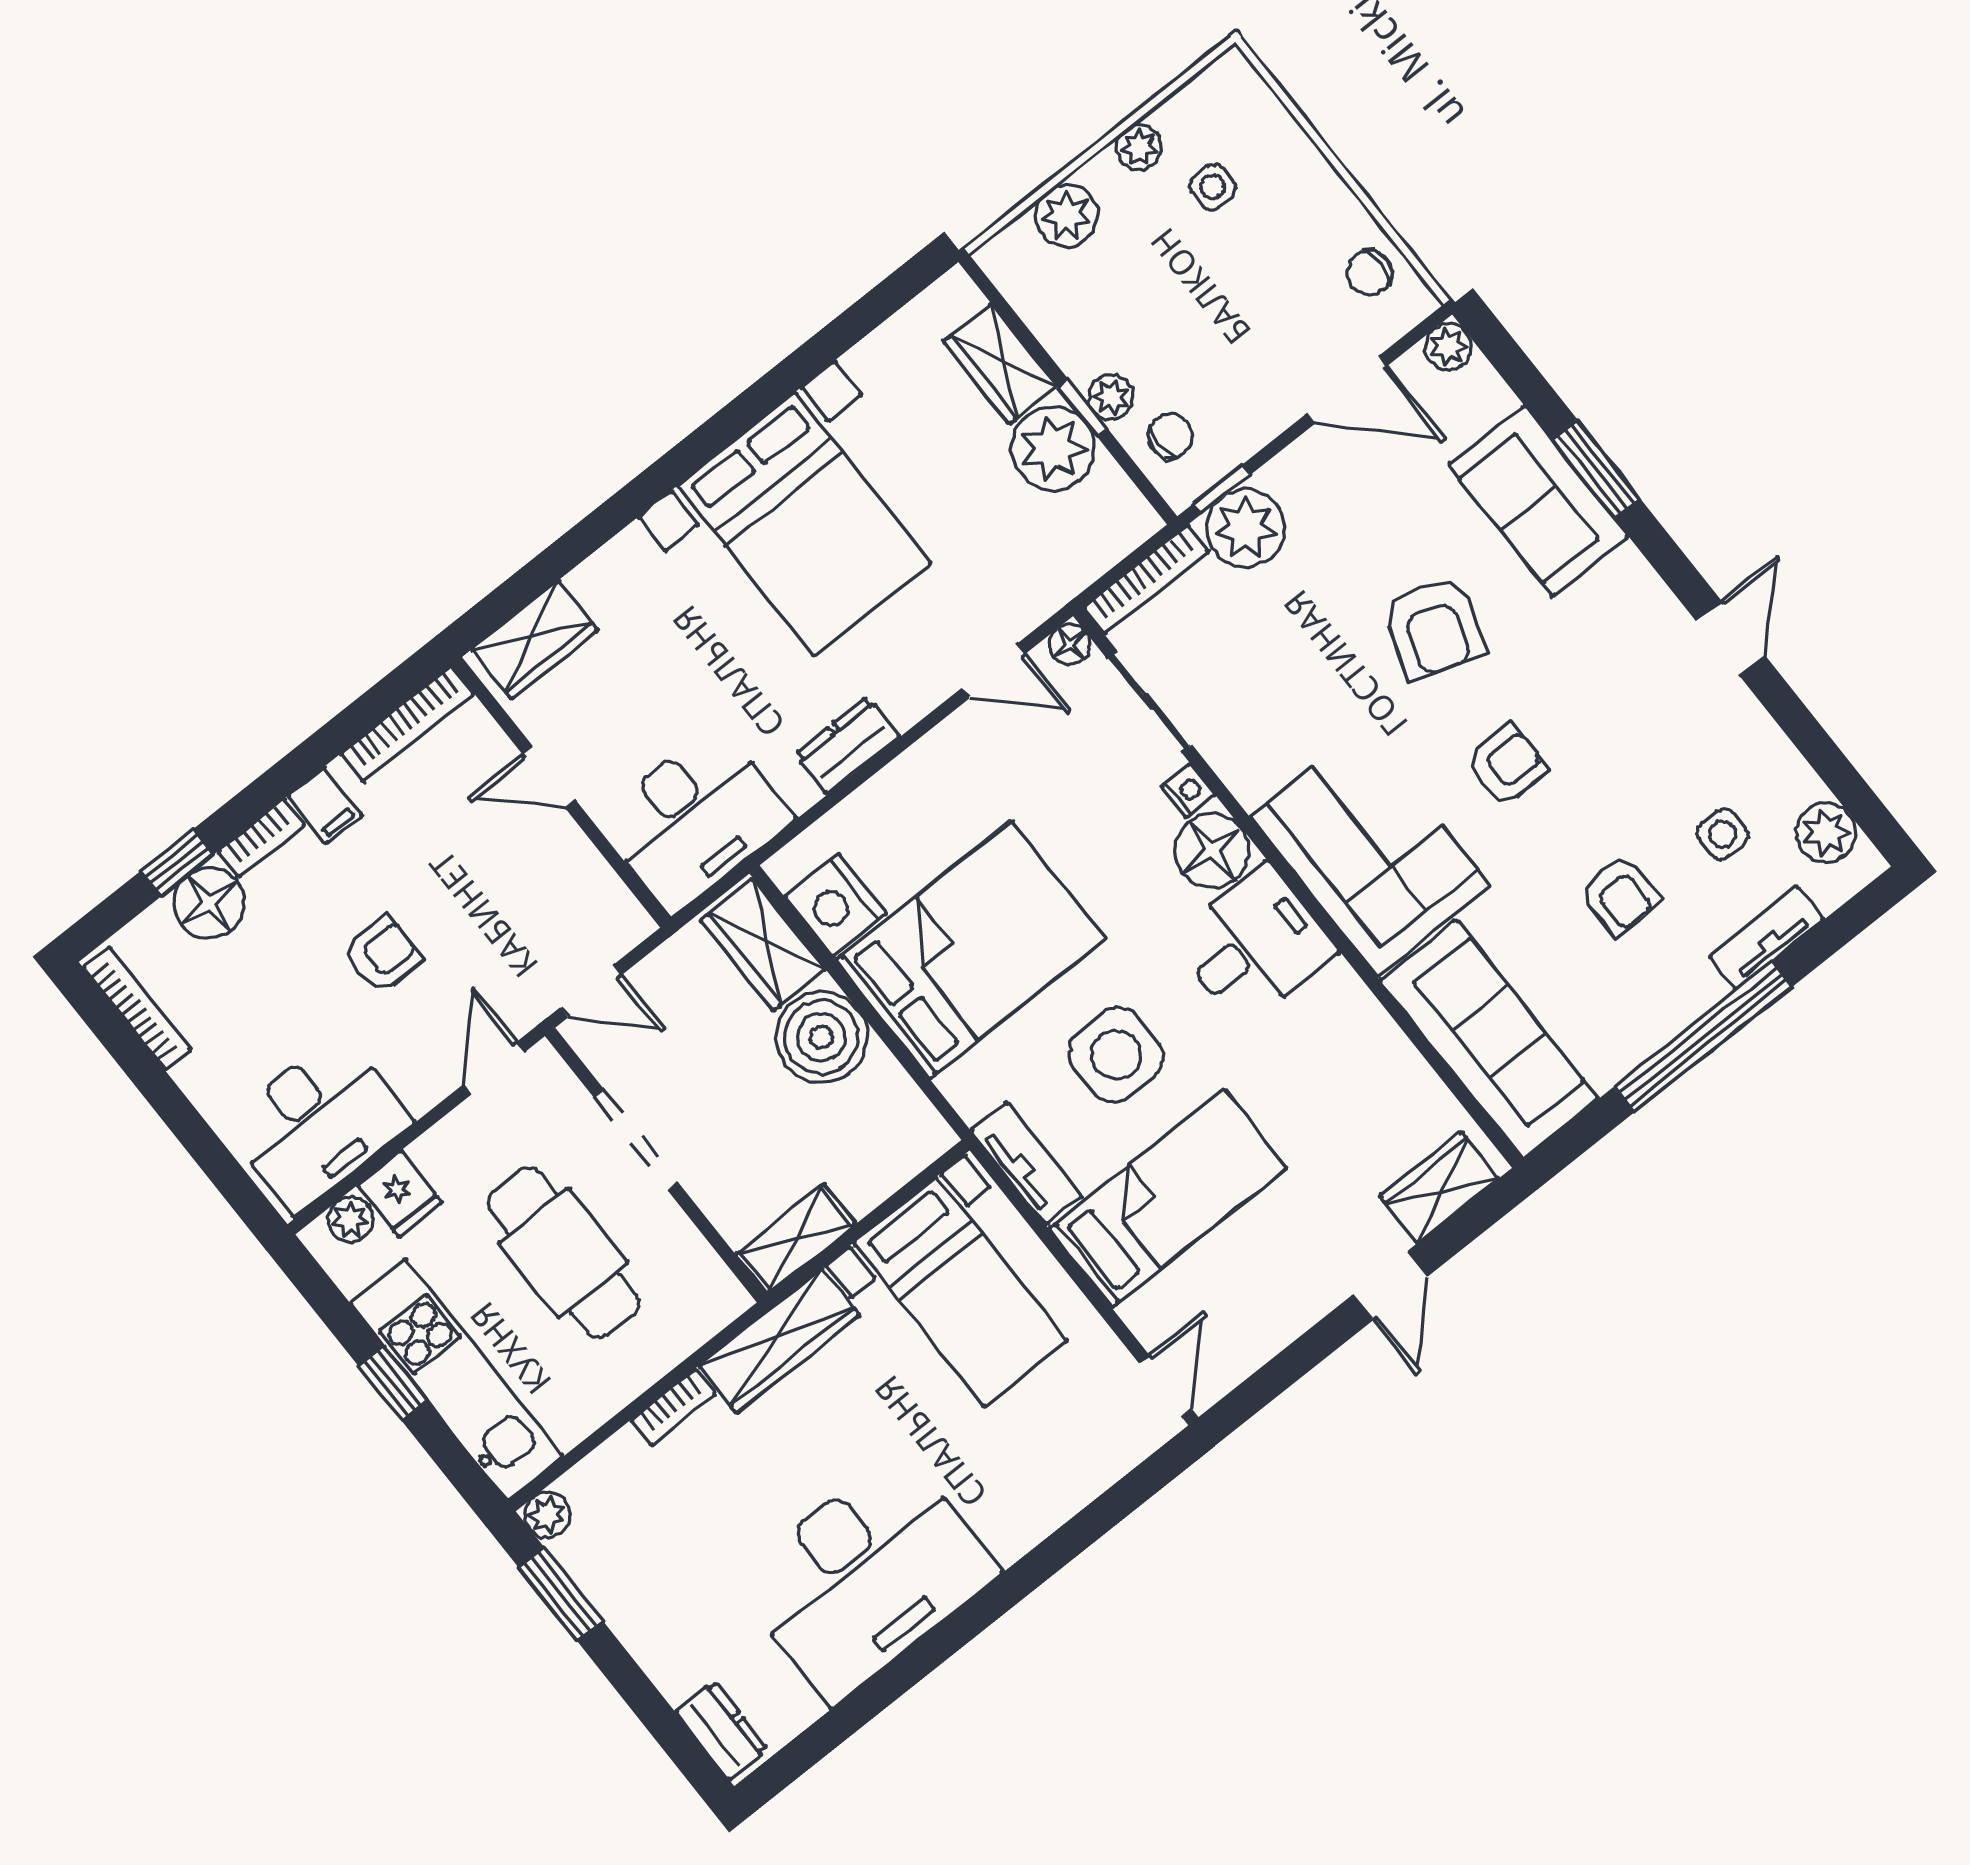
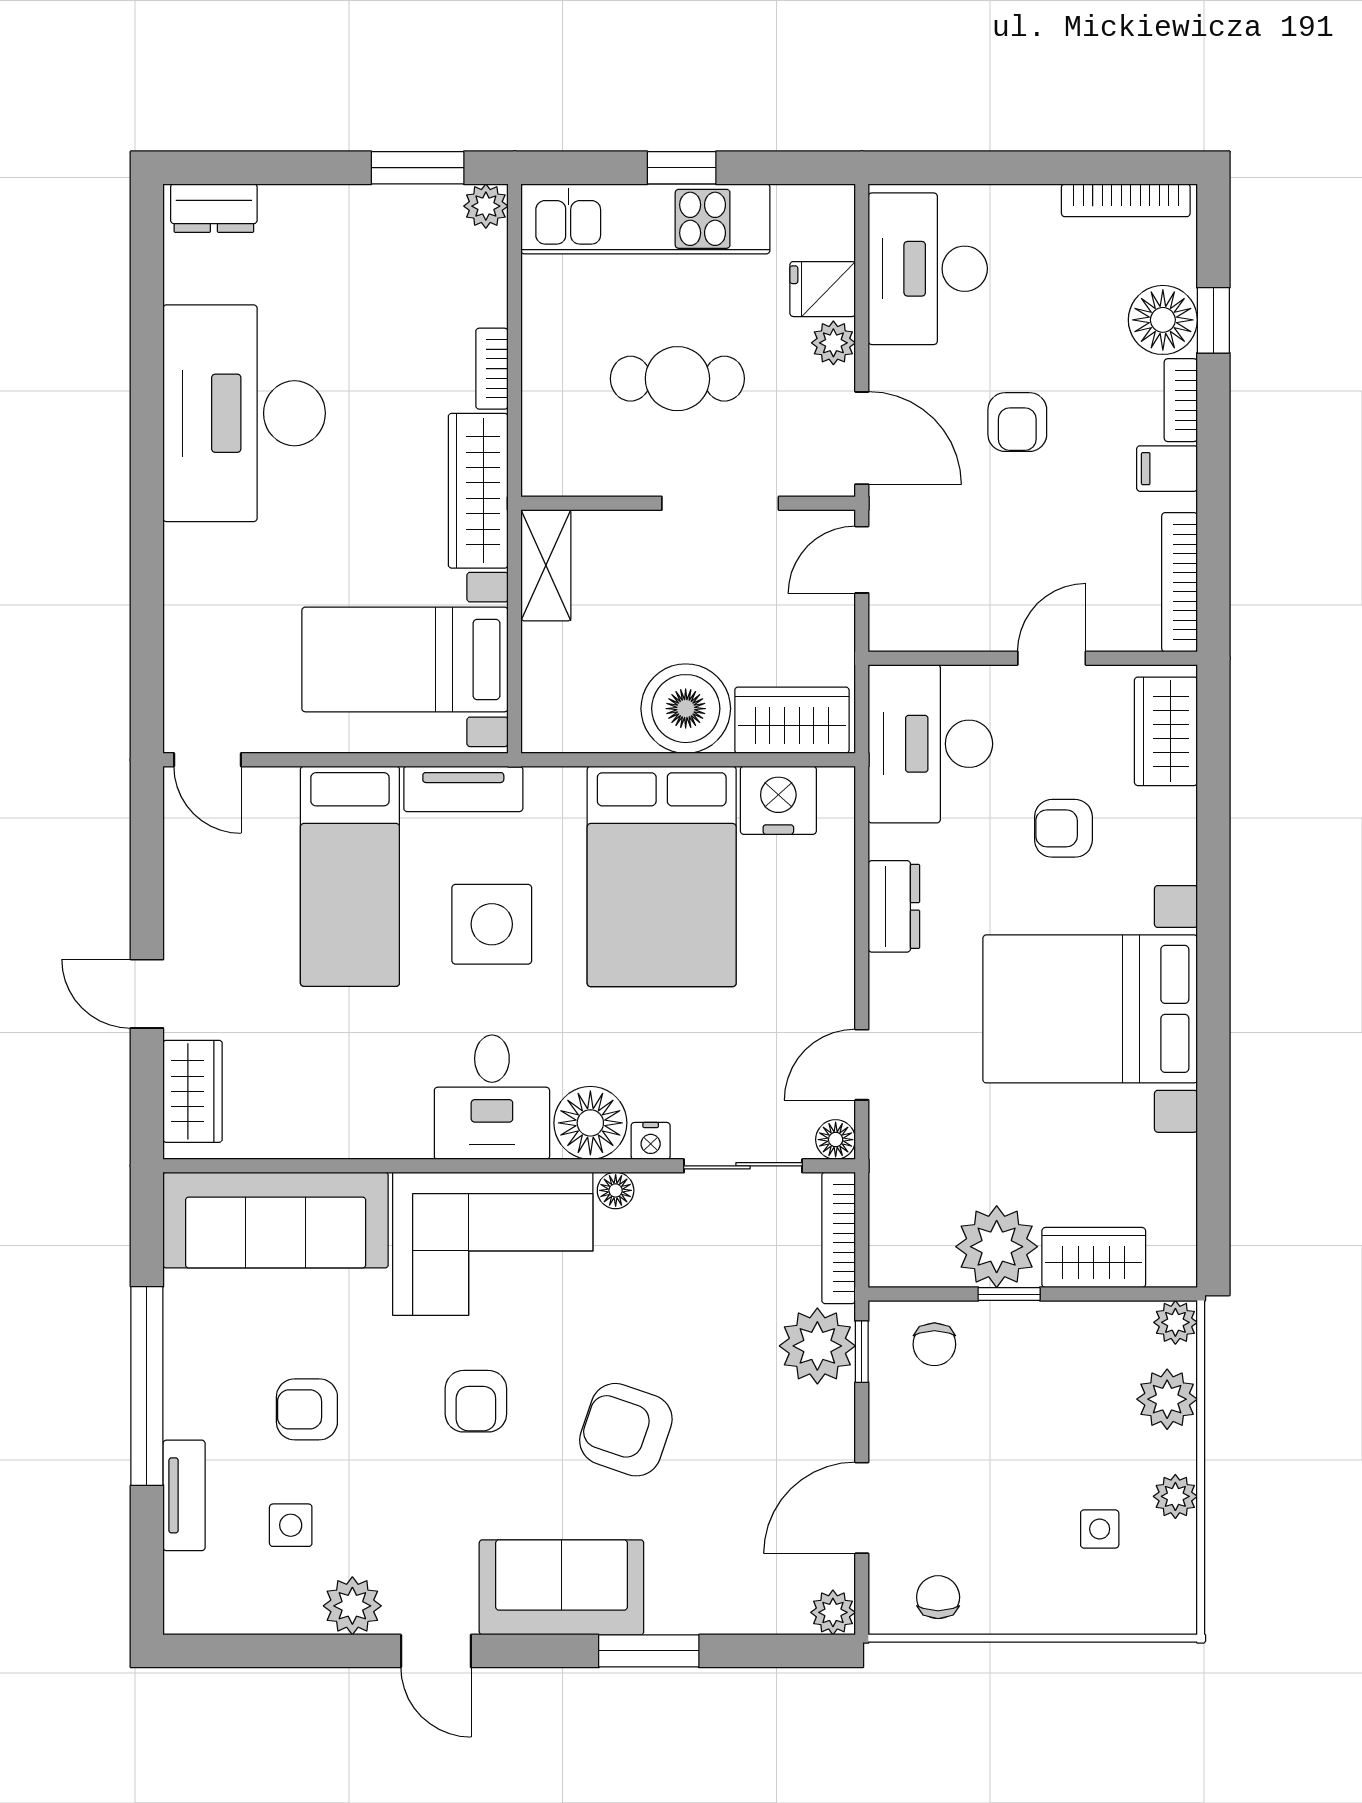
plant: (1111, 397) -> (1175, 1322), moved
sofa: (1538, 501) -> (561, 1587), moved
armchair: (677, 660) -> (1063, 828), added
floor lamp: (1250, 787) -> (616, 1190), added
plant: (1826, 832) -> (352, 1606), moved
door: (494, 1068) -> (862, 438), width x1.38
plant: (350, 1219) -> (833, 343), moved
cafe table: (564, 1253) -> (677, 379), width x0.73, depth x0.74

